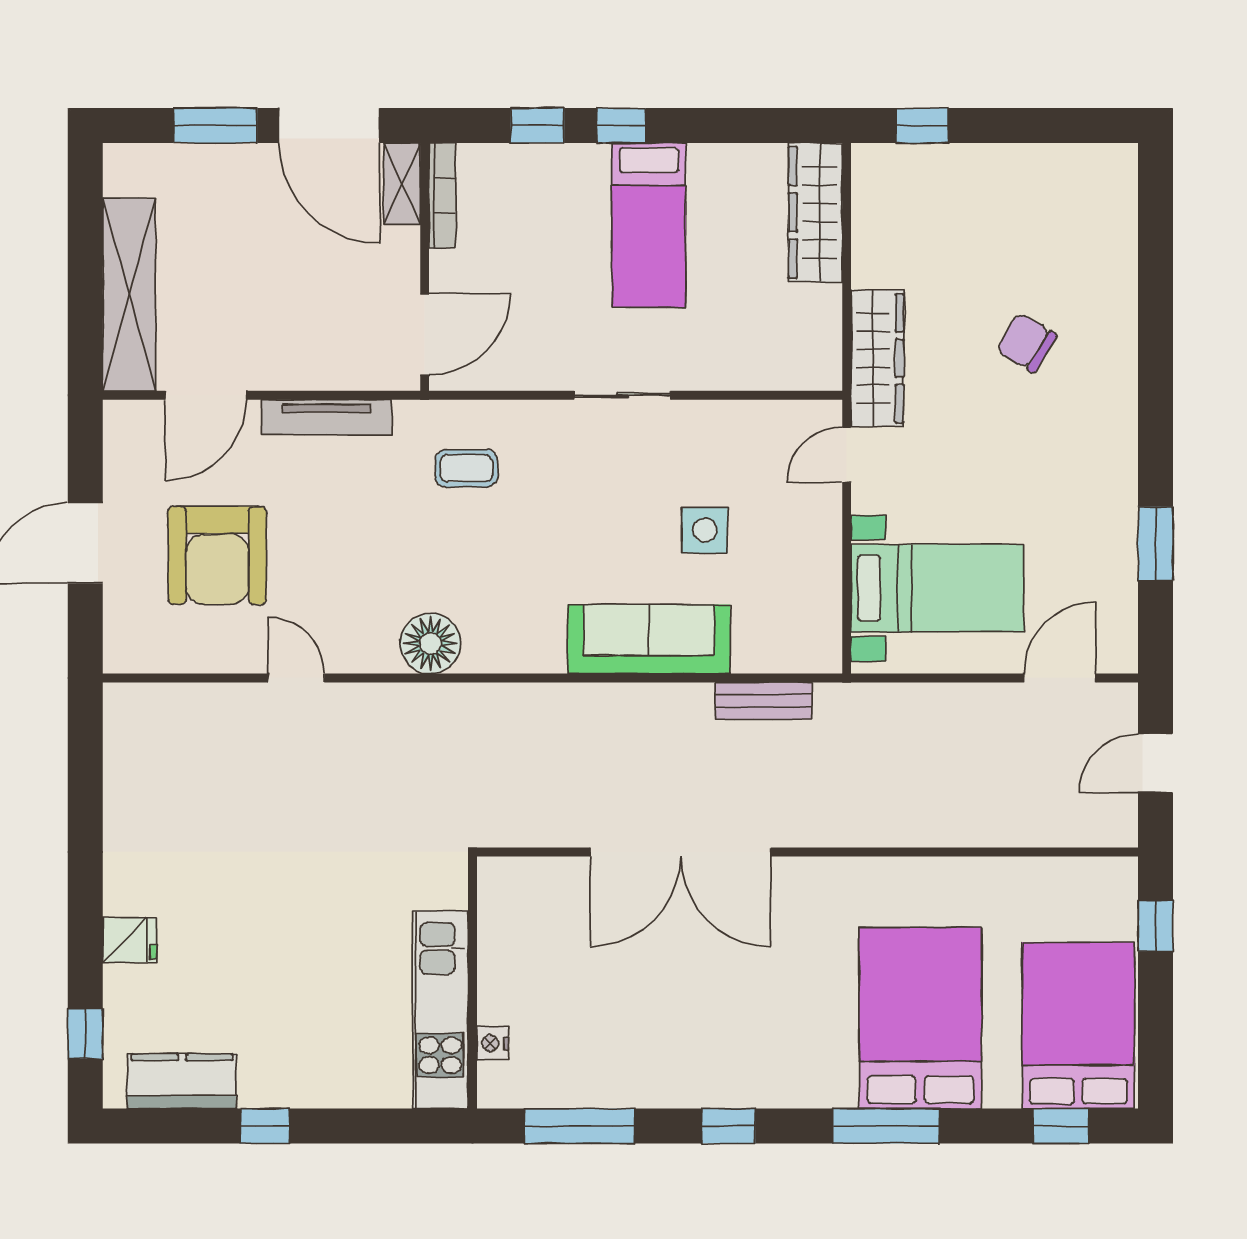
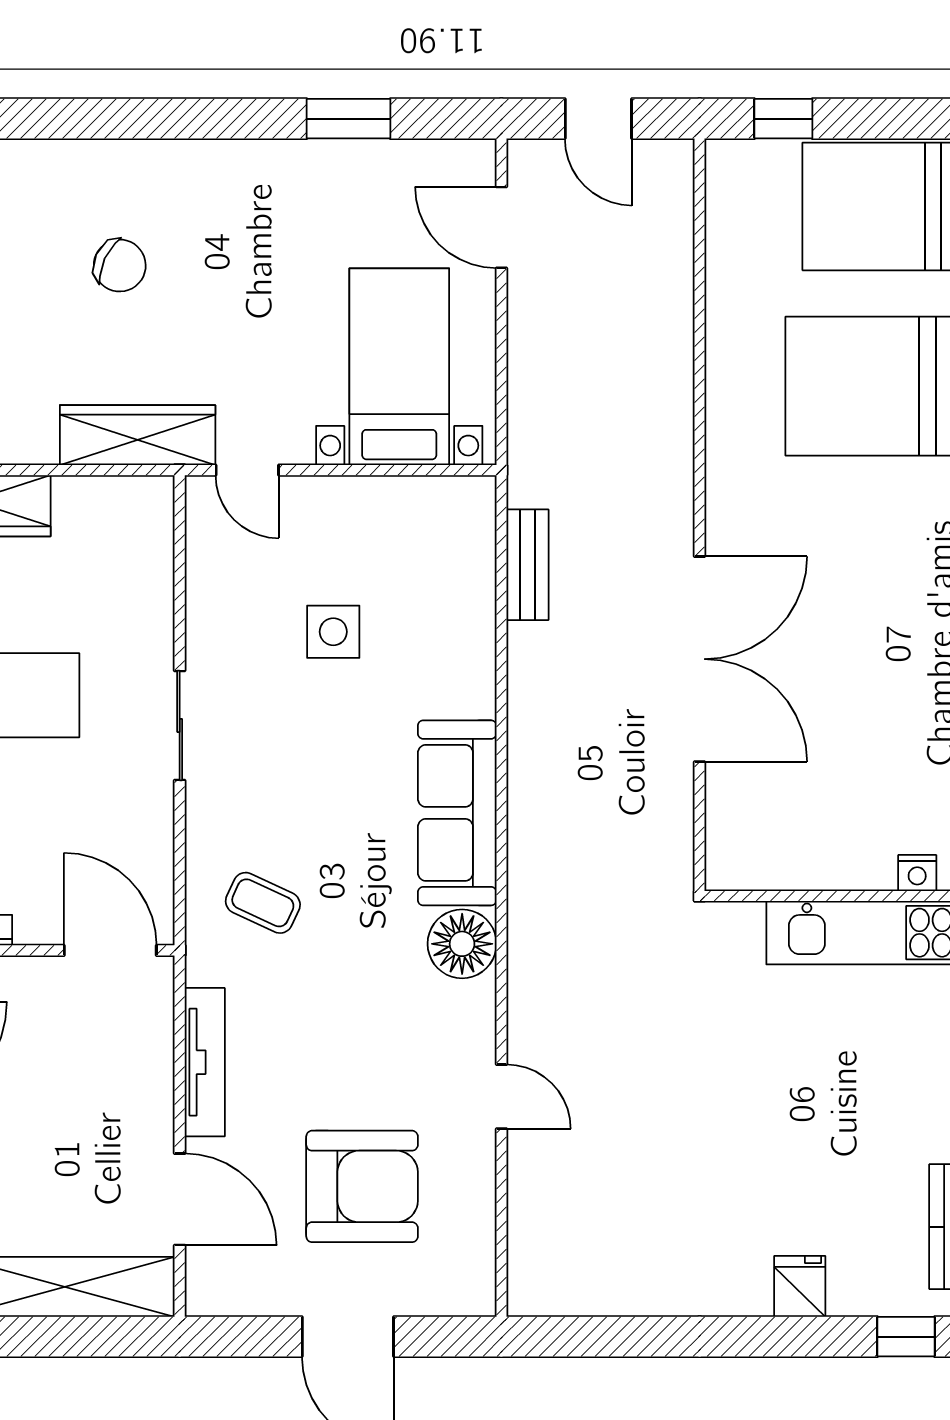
chair: (1026, 343) -> (120, 266), turned -96
coffee table: (466, 468) -> (263, 903), turned -65
sofa: (649, 639) -> (457, 813), moved
door: (296, 678) -> (501, 1097), swing flipped

